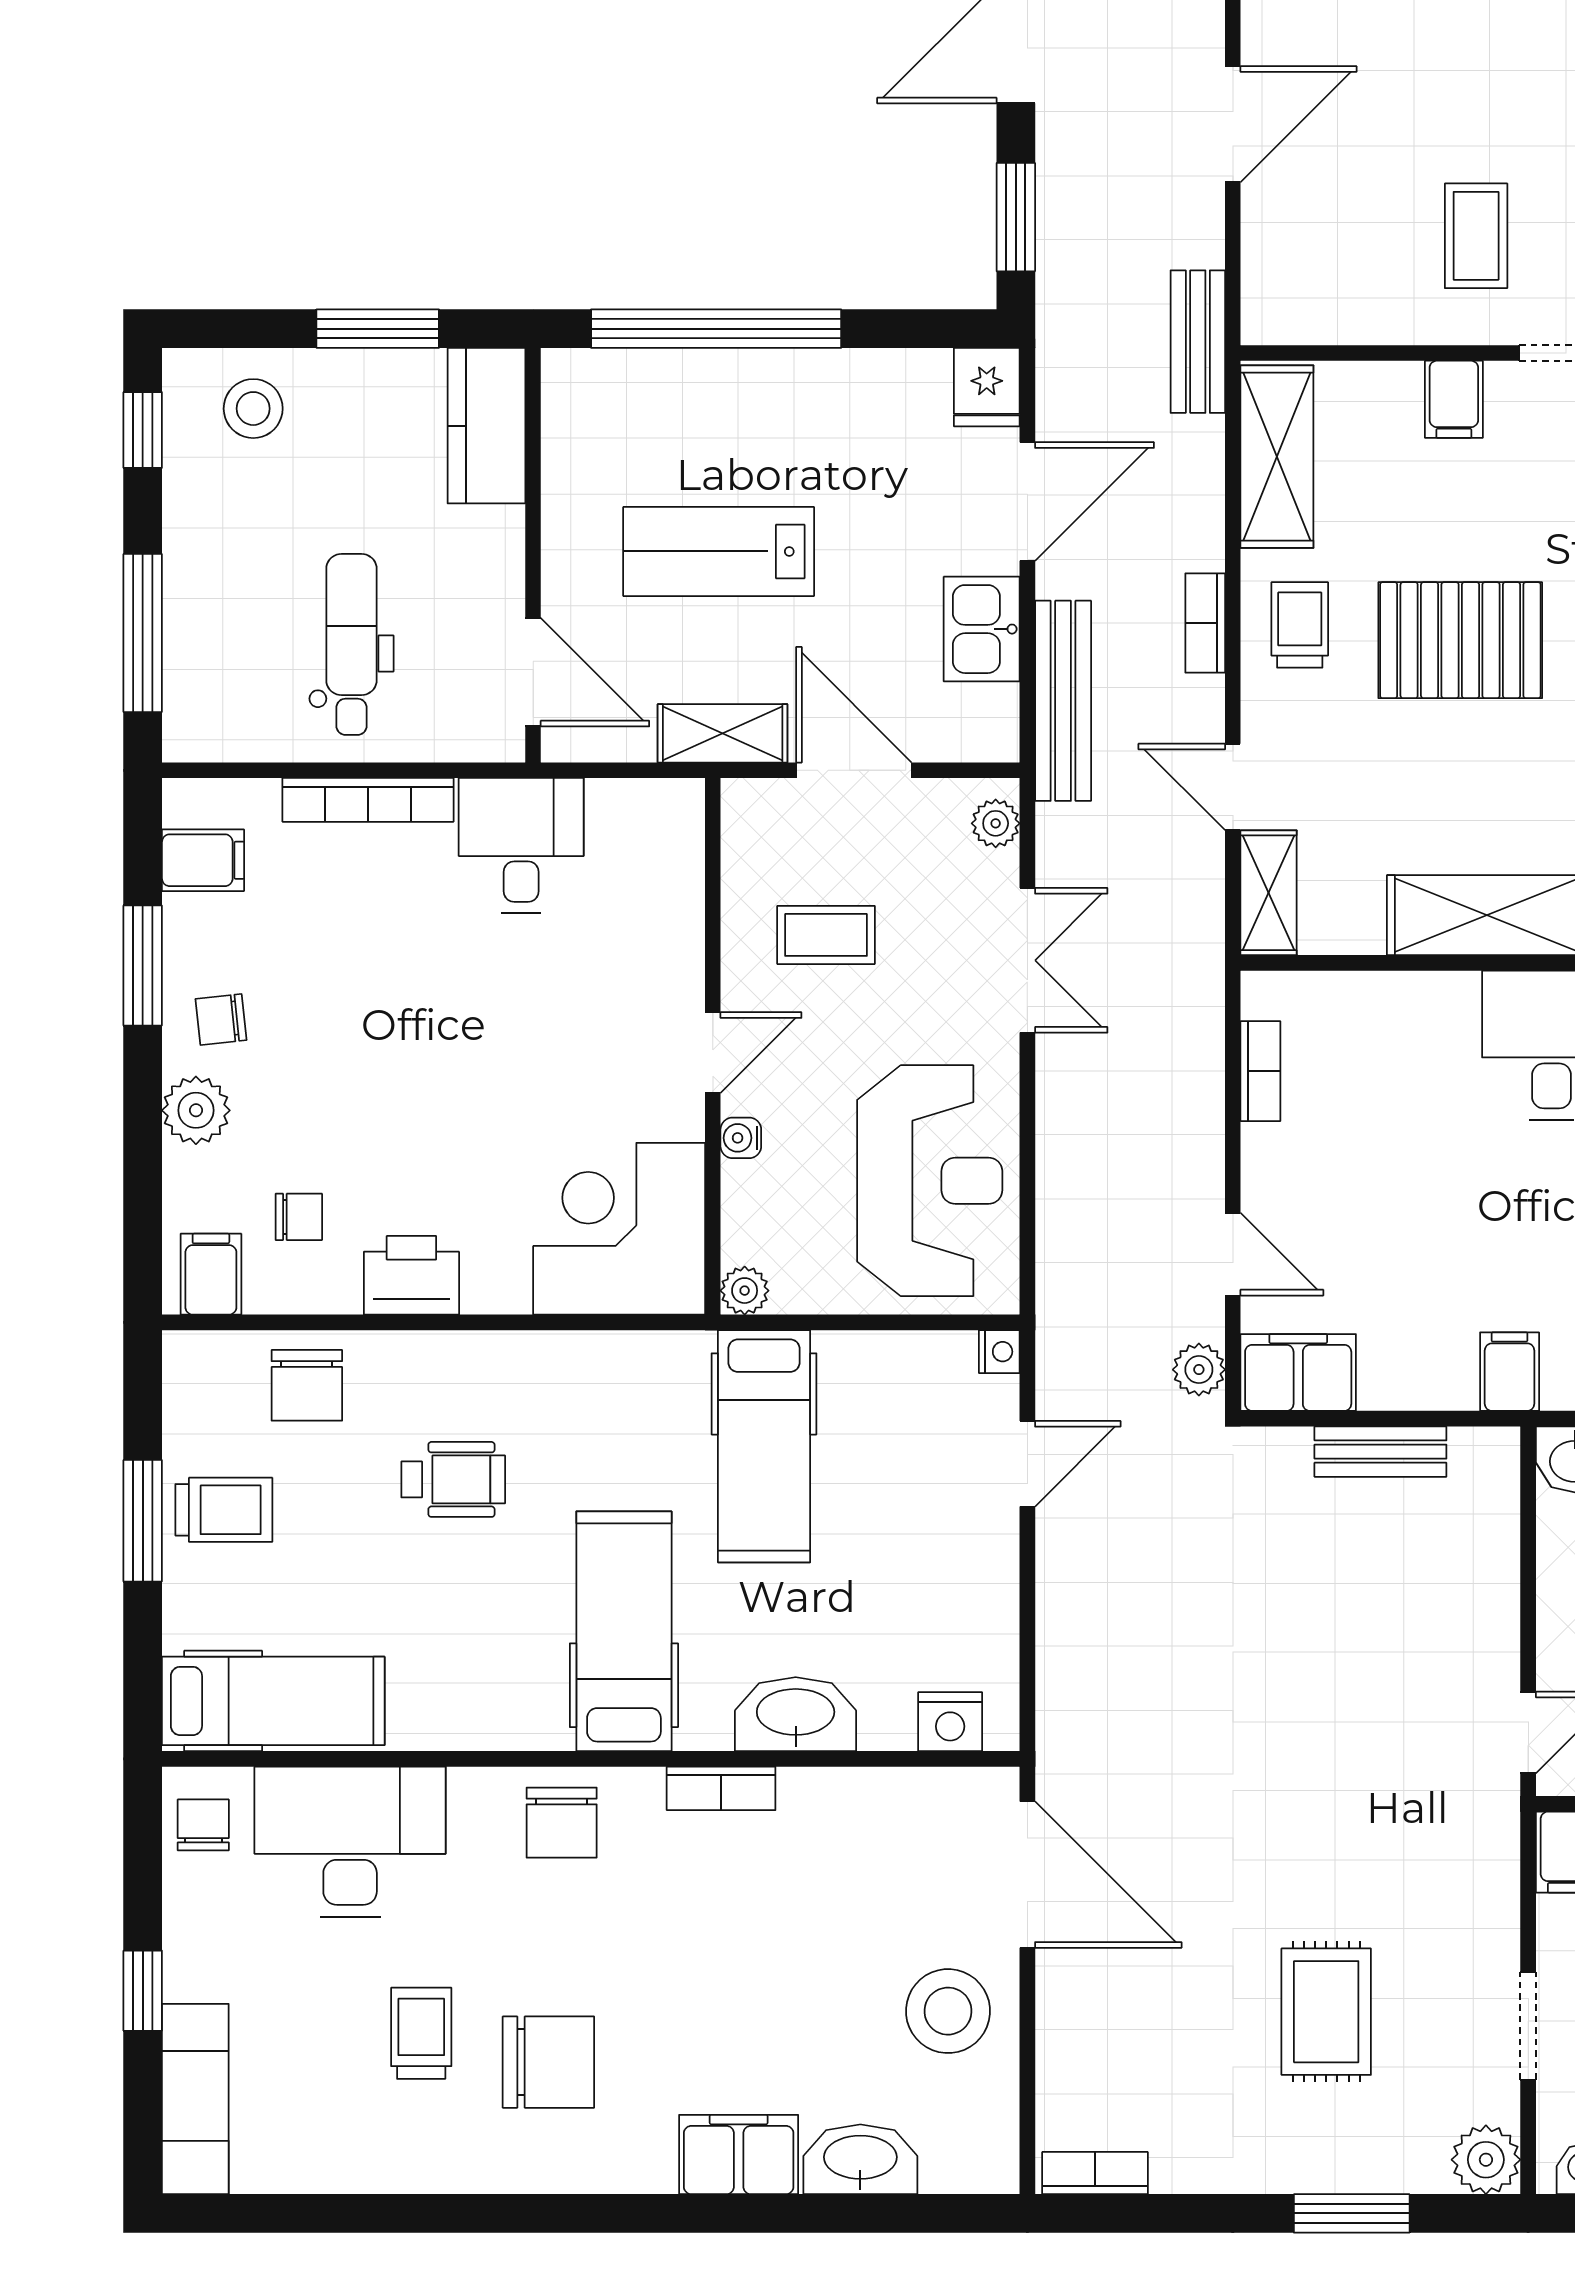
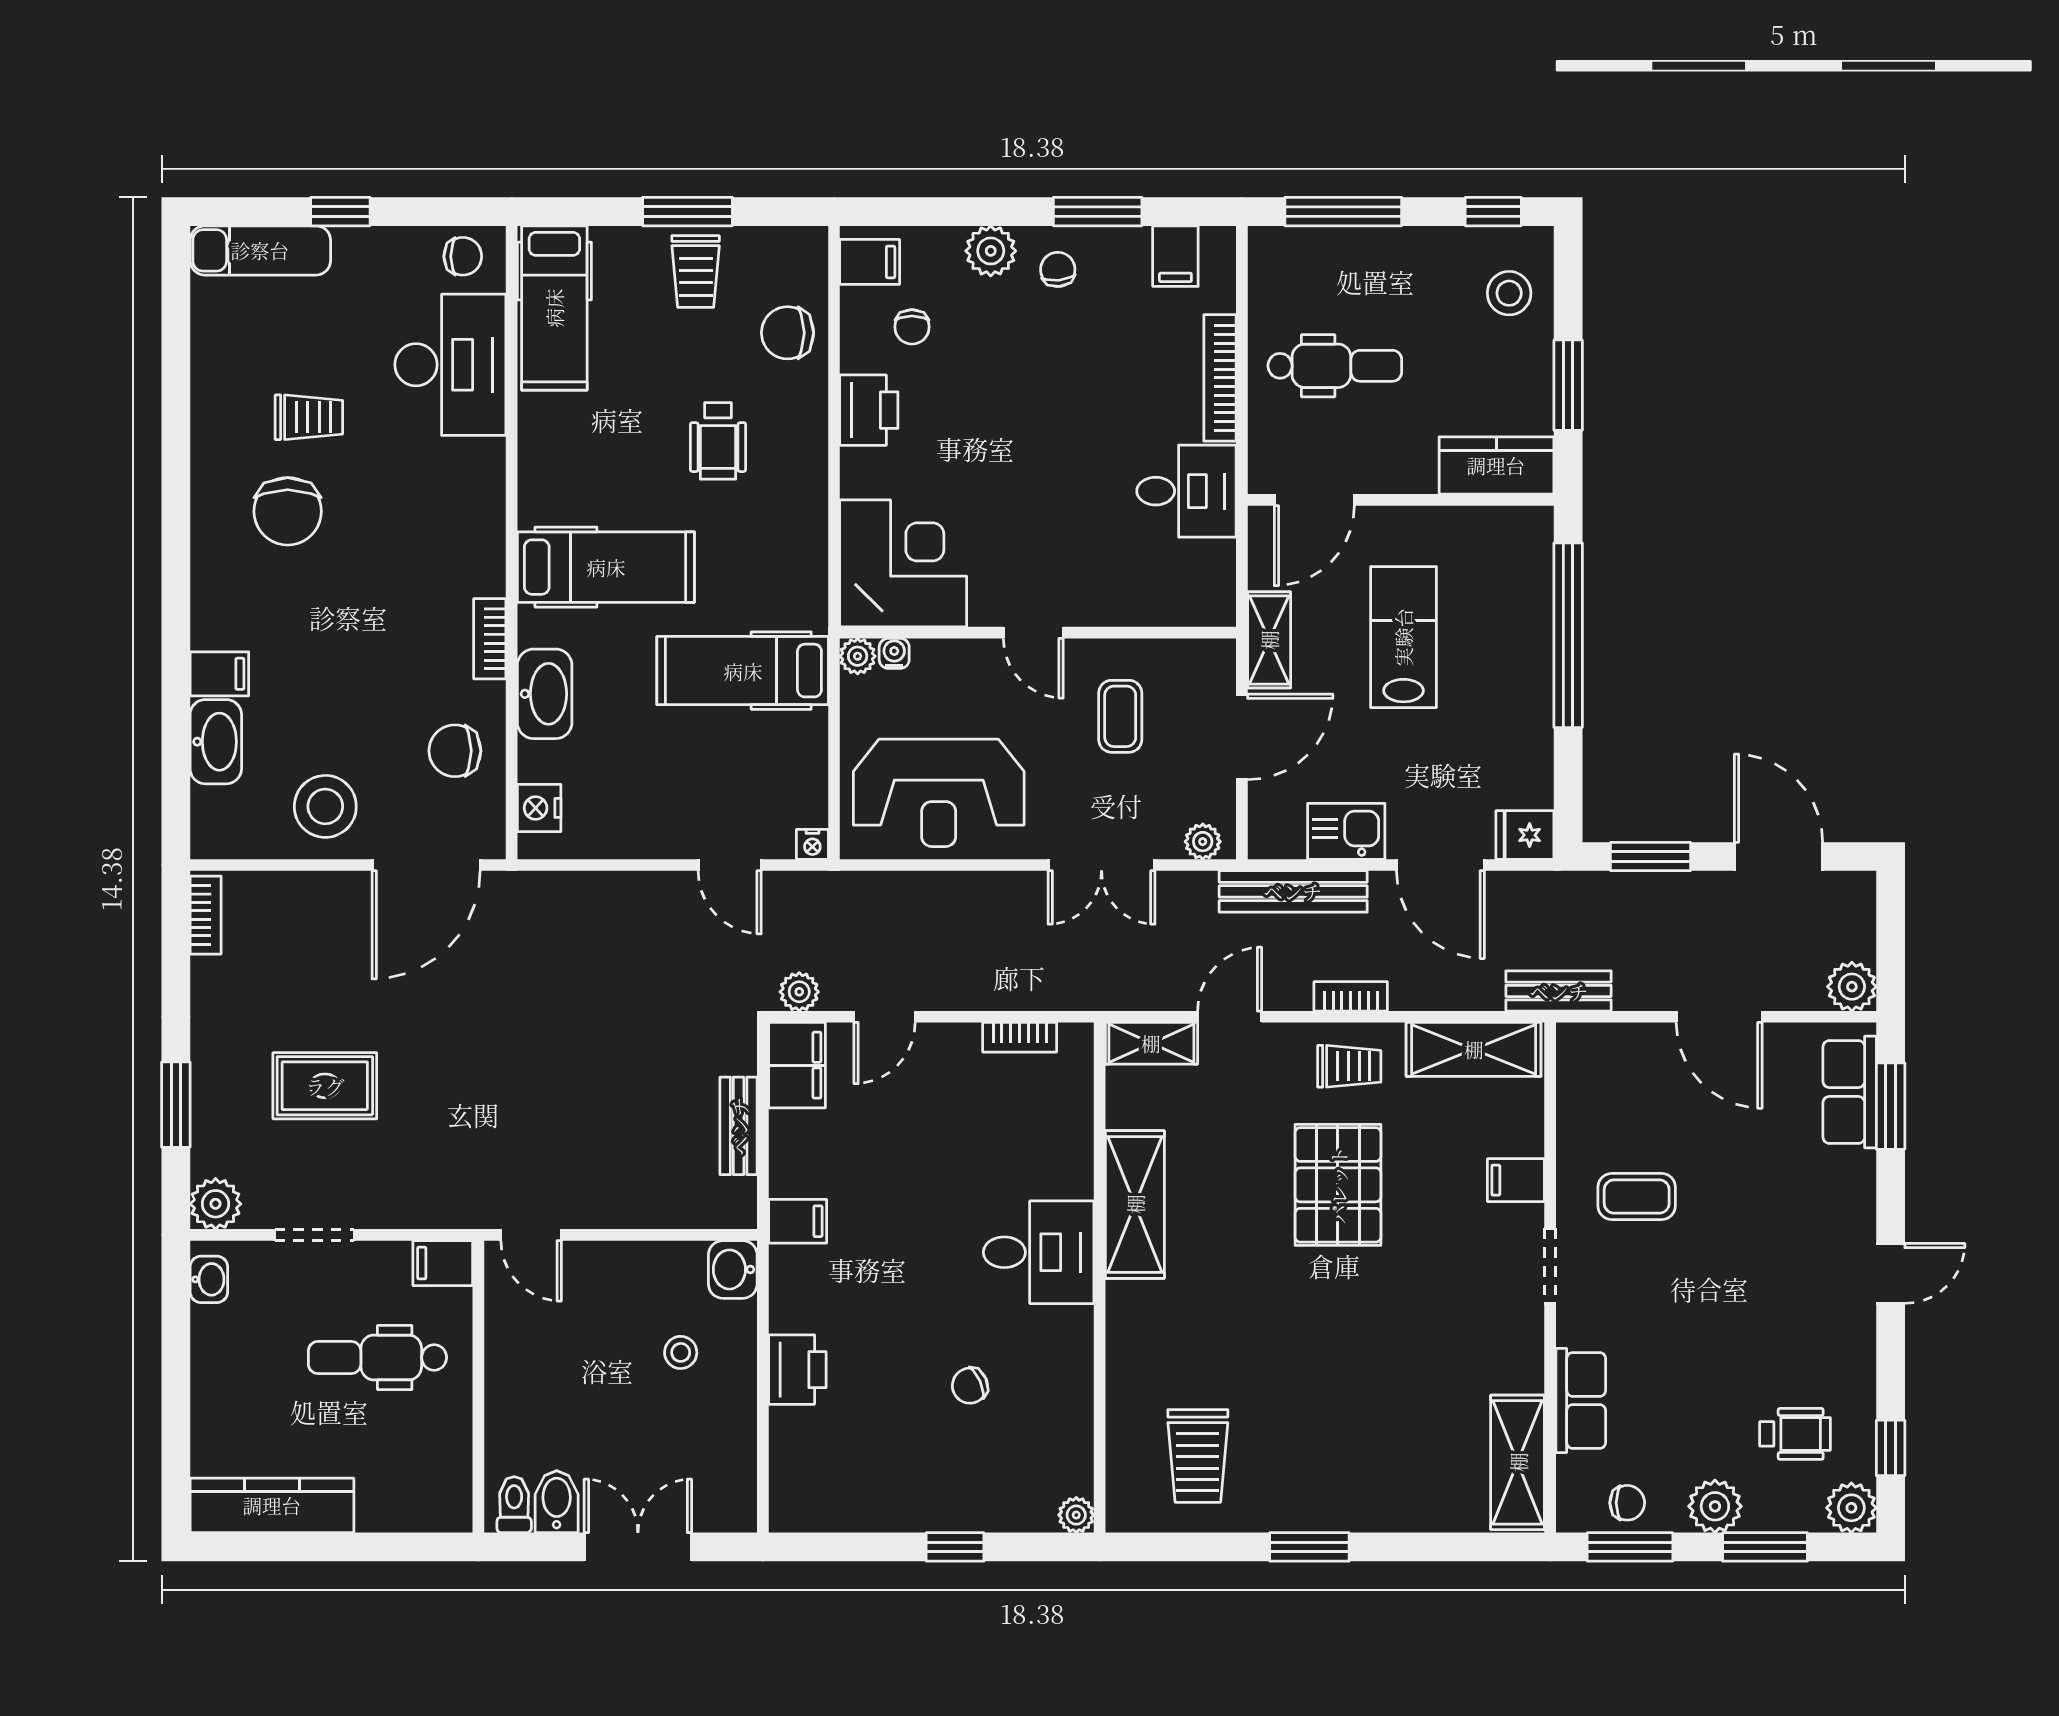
water cooler: (741, 1138) -> (894, 653), moved
chair: (562, 1823) -> (455, 751), moved
filing cabinet: (739, 2154) -> (219, 674), width x0.50

